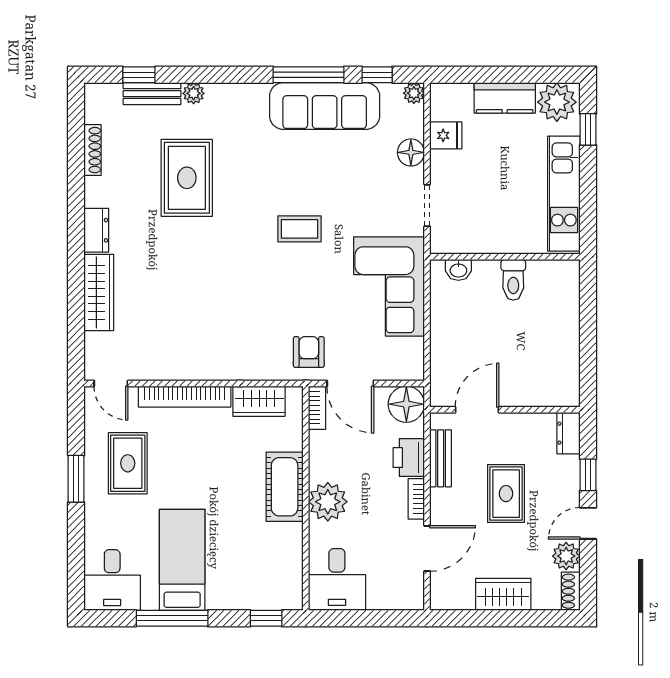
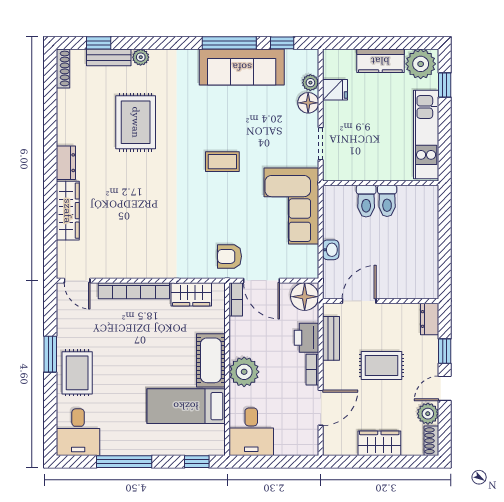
plant: (414, 93) -> (310, 83), moved
shoe rack: (93, 150) -> (63, 68), moved
washbasin: (458, 270) -> (331, 250), moved, turned -90
toilet: (486, 280) -> (366, 201), added
armchair: (309, 352) -> (230, 256), turned -90
rug: (128, 463) -> (77, 373), moved
rug: (506, 494) -> (381, 366), turned 90
bed: (182, 560) -> (186, 406), moved, turned -90

